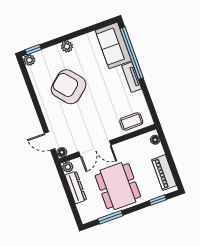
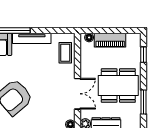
tv unit: (132, 77) -> (32, 38), width x1.41
piano: (164, 173) -> (110, 40), moved

